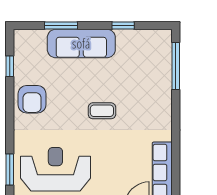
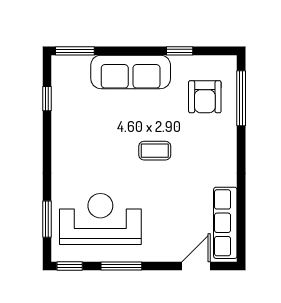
window: (61, 25) -> (75, 51), moved
armchair: (32, 99) -> (205, 97), moved

